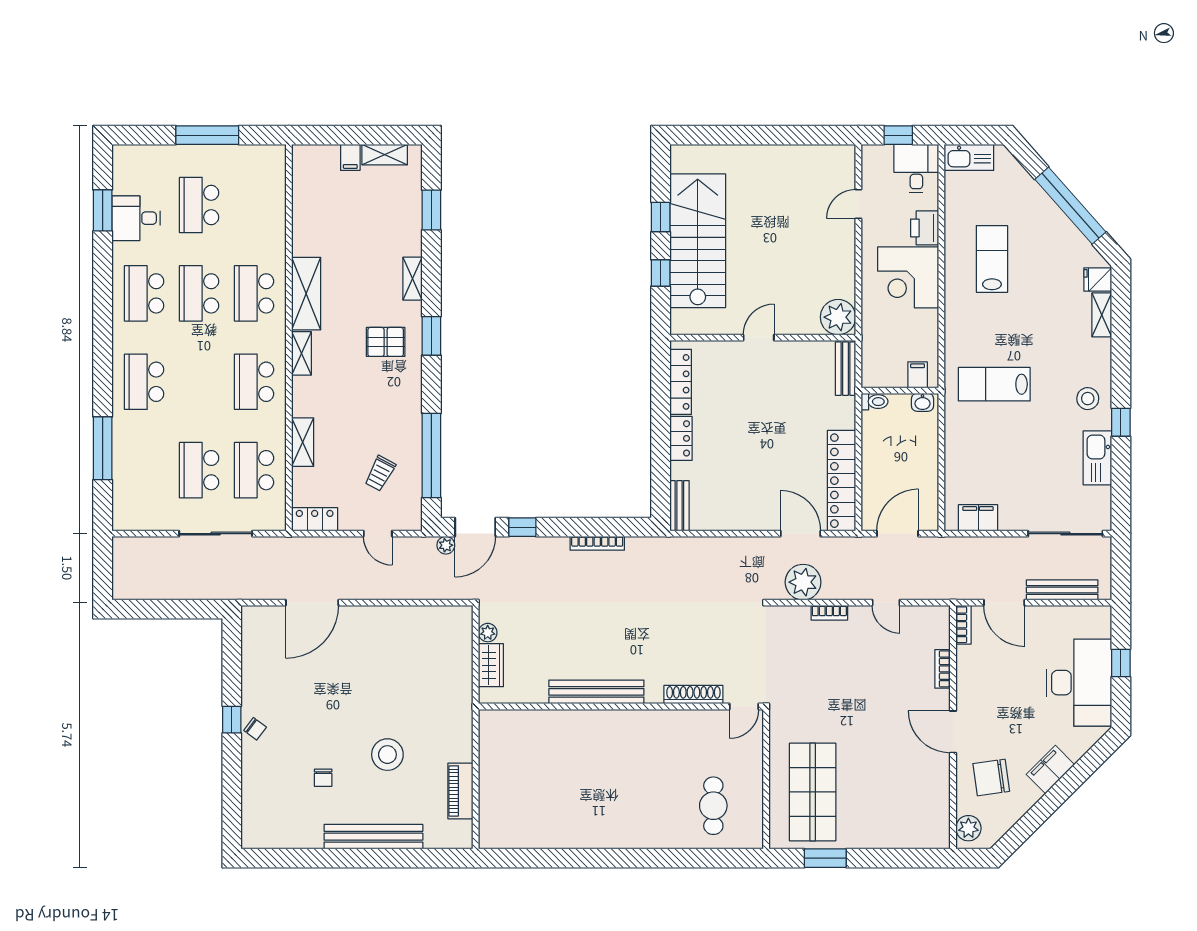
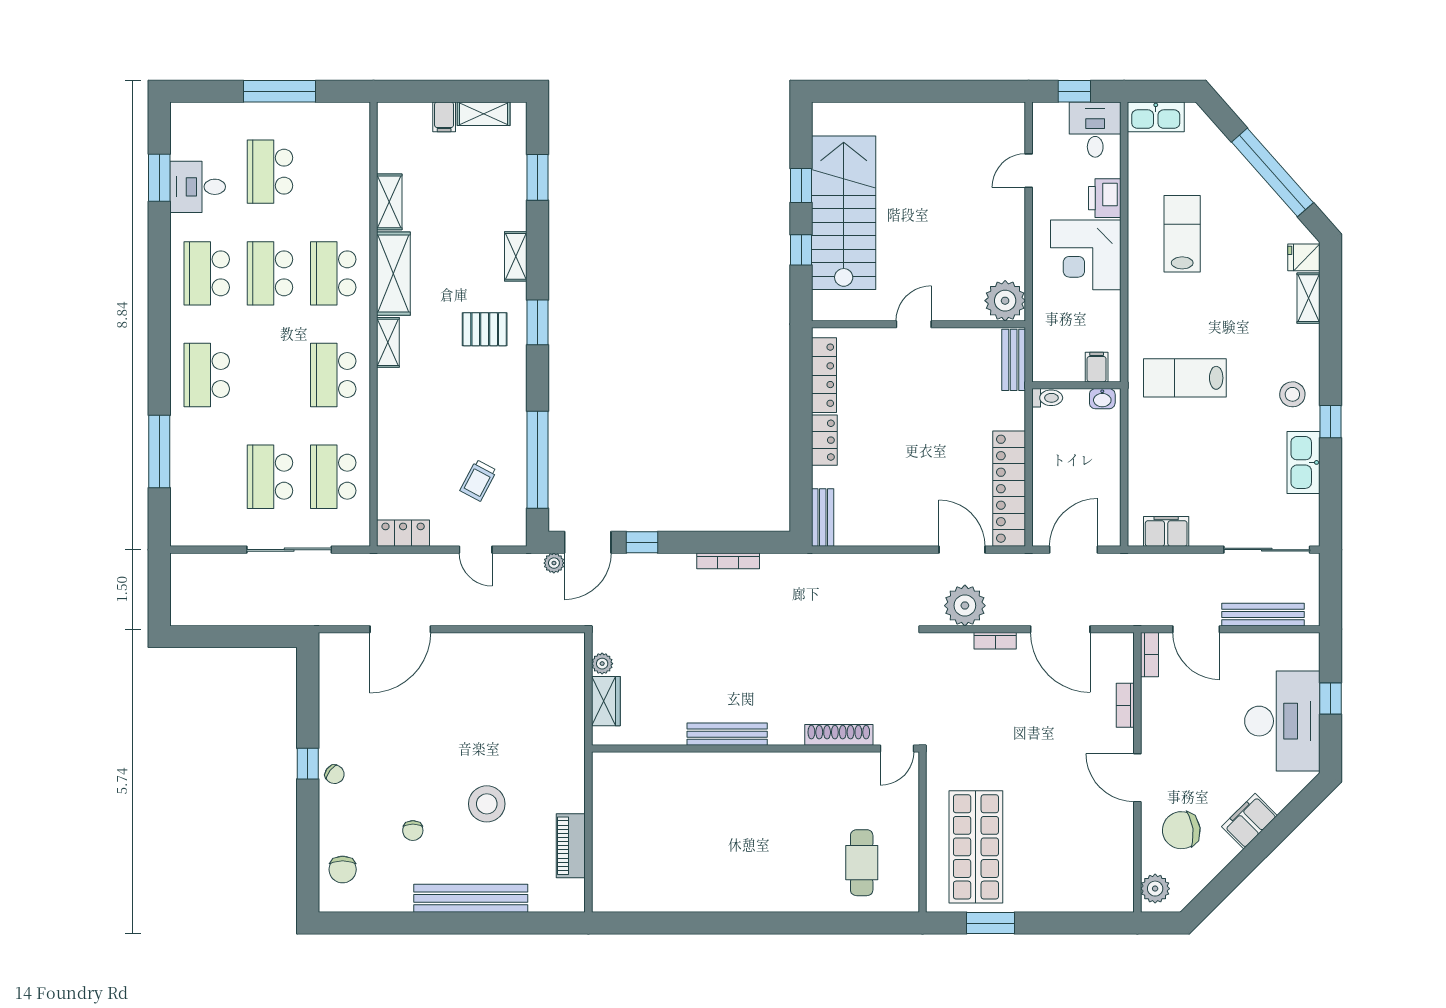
shelving: (303, 442) -> (389, 202), moved
door: (886, 603) -> (1060, 629), width x1.87
bench: (596, 692) -> (727, 734), width x0.73, depth x0.82
chair: (262, 812) -> (343, 869), added

